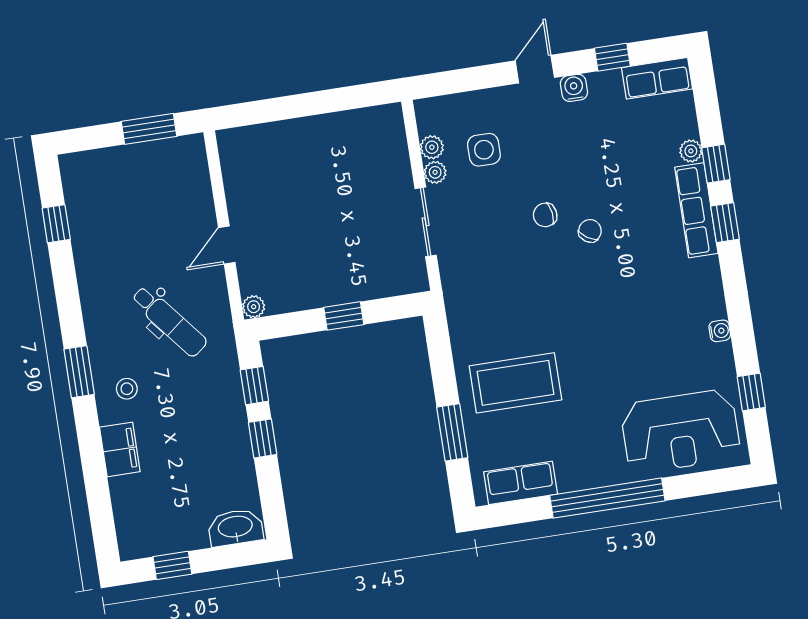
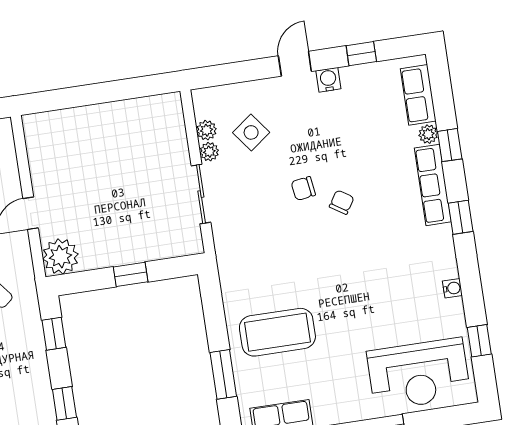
row of seats: (657, 78) -> (418, 95), moved, turned 90
side table: (484, 150) -> (251, 132), turned -37
window: (725, 223) -> (461, 217), moved
plant: (254, 307) -> (61, 257), width x1.87, depth x1.87
window: (263, 438) -> (64, 403), moved

